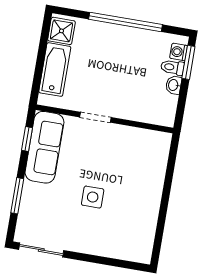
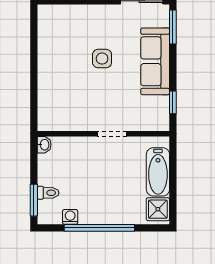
washing machine: (179, 52) -> (70, 217), moved, turned -90
washbasin: (174, 85) -> (44, 145), moved
sofa: (44, 147) -> (155, 61), moved
window: (17, 196) -> (173, 27), moved

